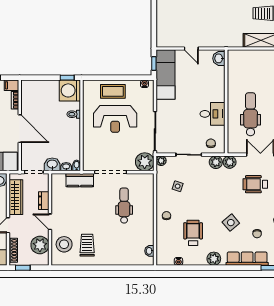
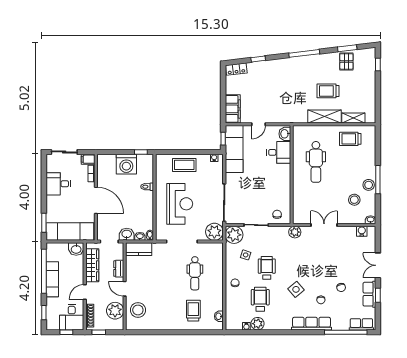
filing cabinet: (164, 32) -> (233, 109), added
door: (191, 48) -> (259, 124), hinge flipped
washing machine: (70, 90) -> (126, 164), moved, turned -90
desk: (213, 114) -> (279, 152), moved
dental chair: (251, 114) -> (316, 162), moved, turned 180
reception desk: (115, 119) -> (180, 204), moved, turned -90
plant: (161, 161) -> (234, 235), width x1.87, depth x1.87
plant: (216, 162) -> (282, 232), removed
kitchen counter: (80, 180) -> (139, 249), moved
wheelchair: (255, 184) -> (267, 268), moved, turned 90
dental chair: (124, 206) -> (195, 273), turned 180
trolley: (87, 245) -> (193, 311), moved
plant: (214, 259) -> (258, 324), moved

